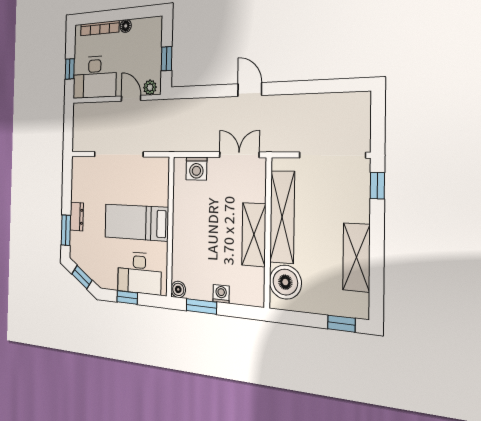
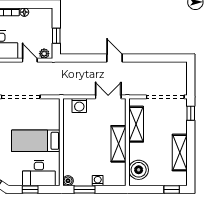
shelving: (282, 217) -> (136, 124), width x0.68

